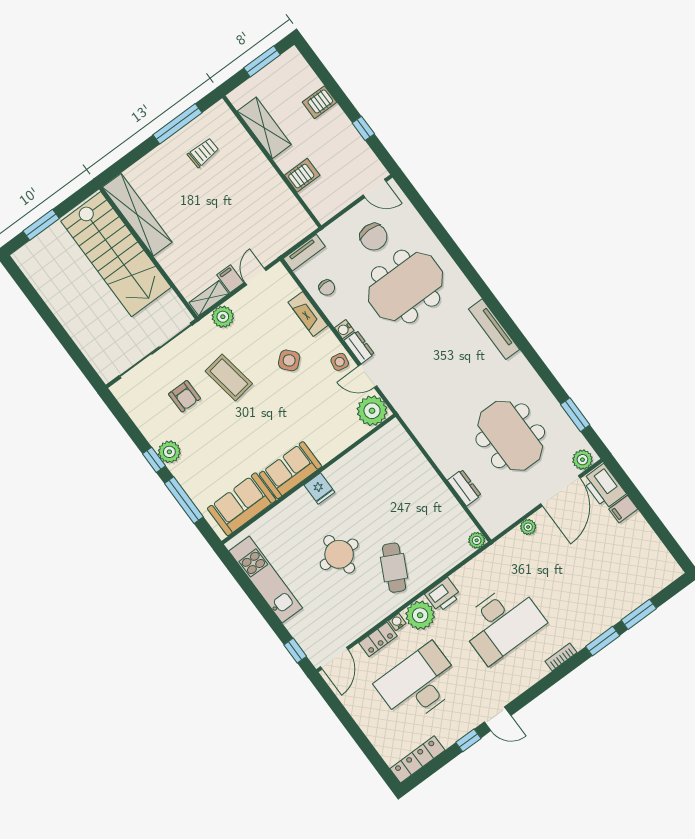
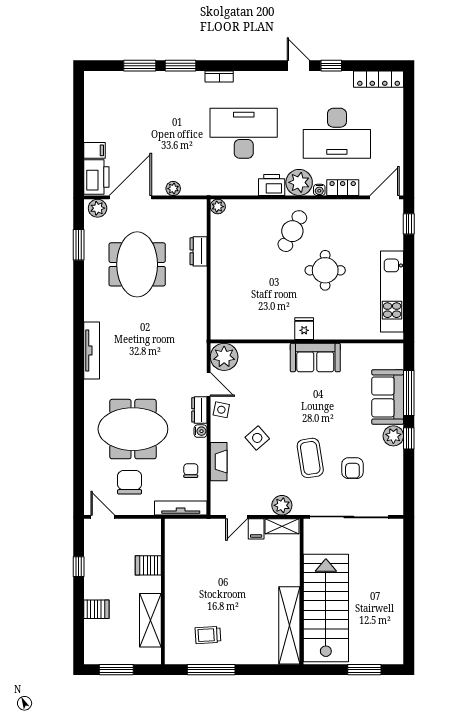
tv unit: (304, 253) -> (181, 508), width x1.41
armchair: (184, 396) -> (352, 468), turned 180
sofa: (242, 504) -> (388, 397), moved, turned 90

